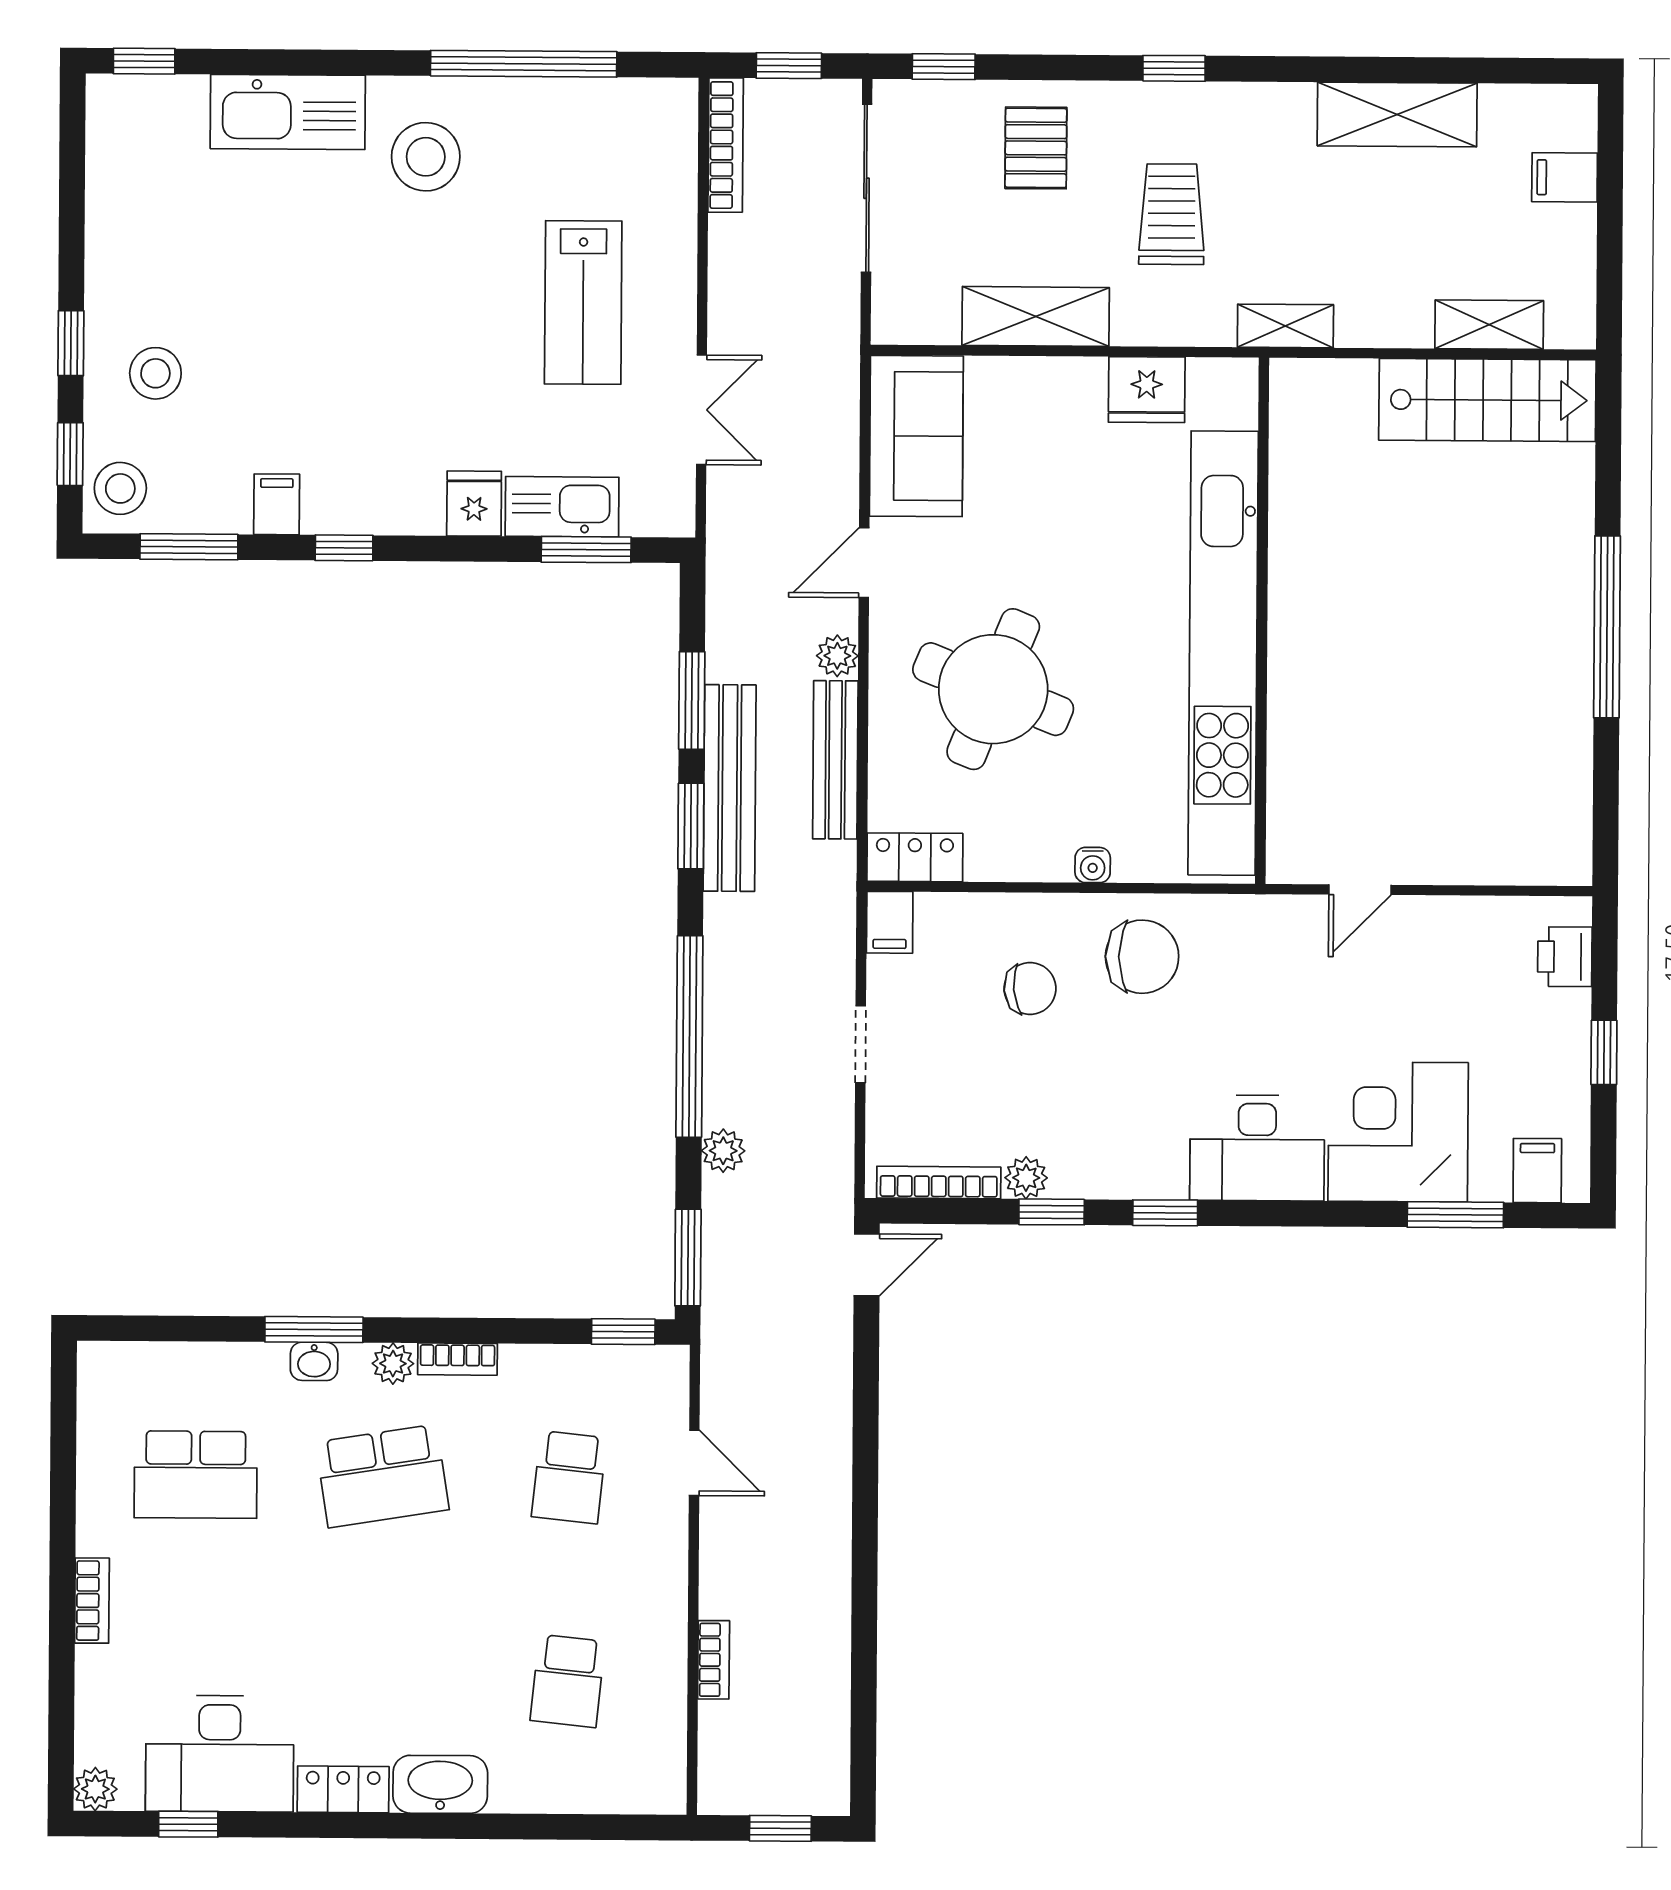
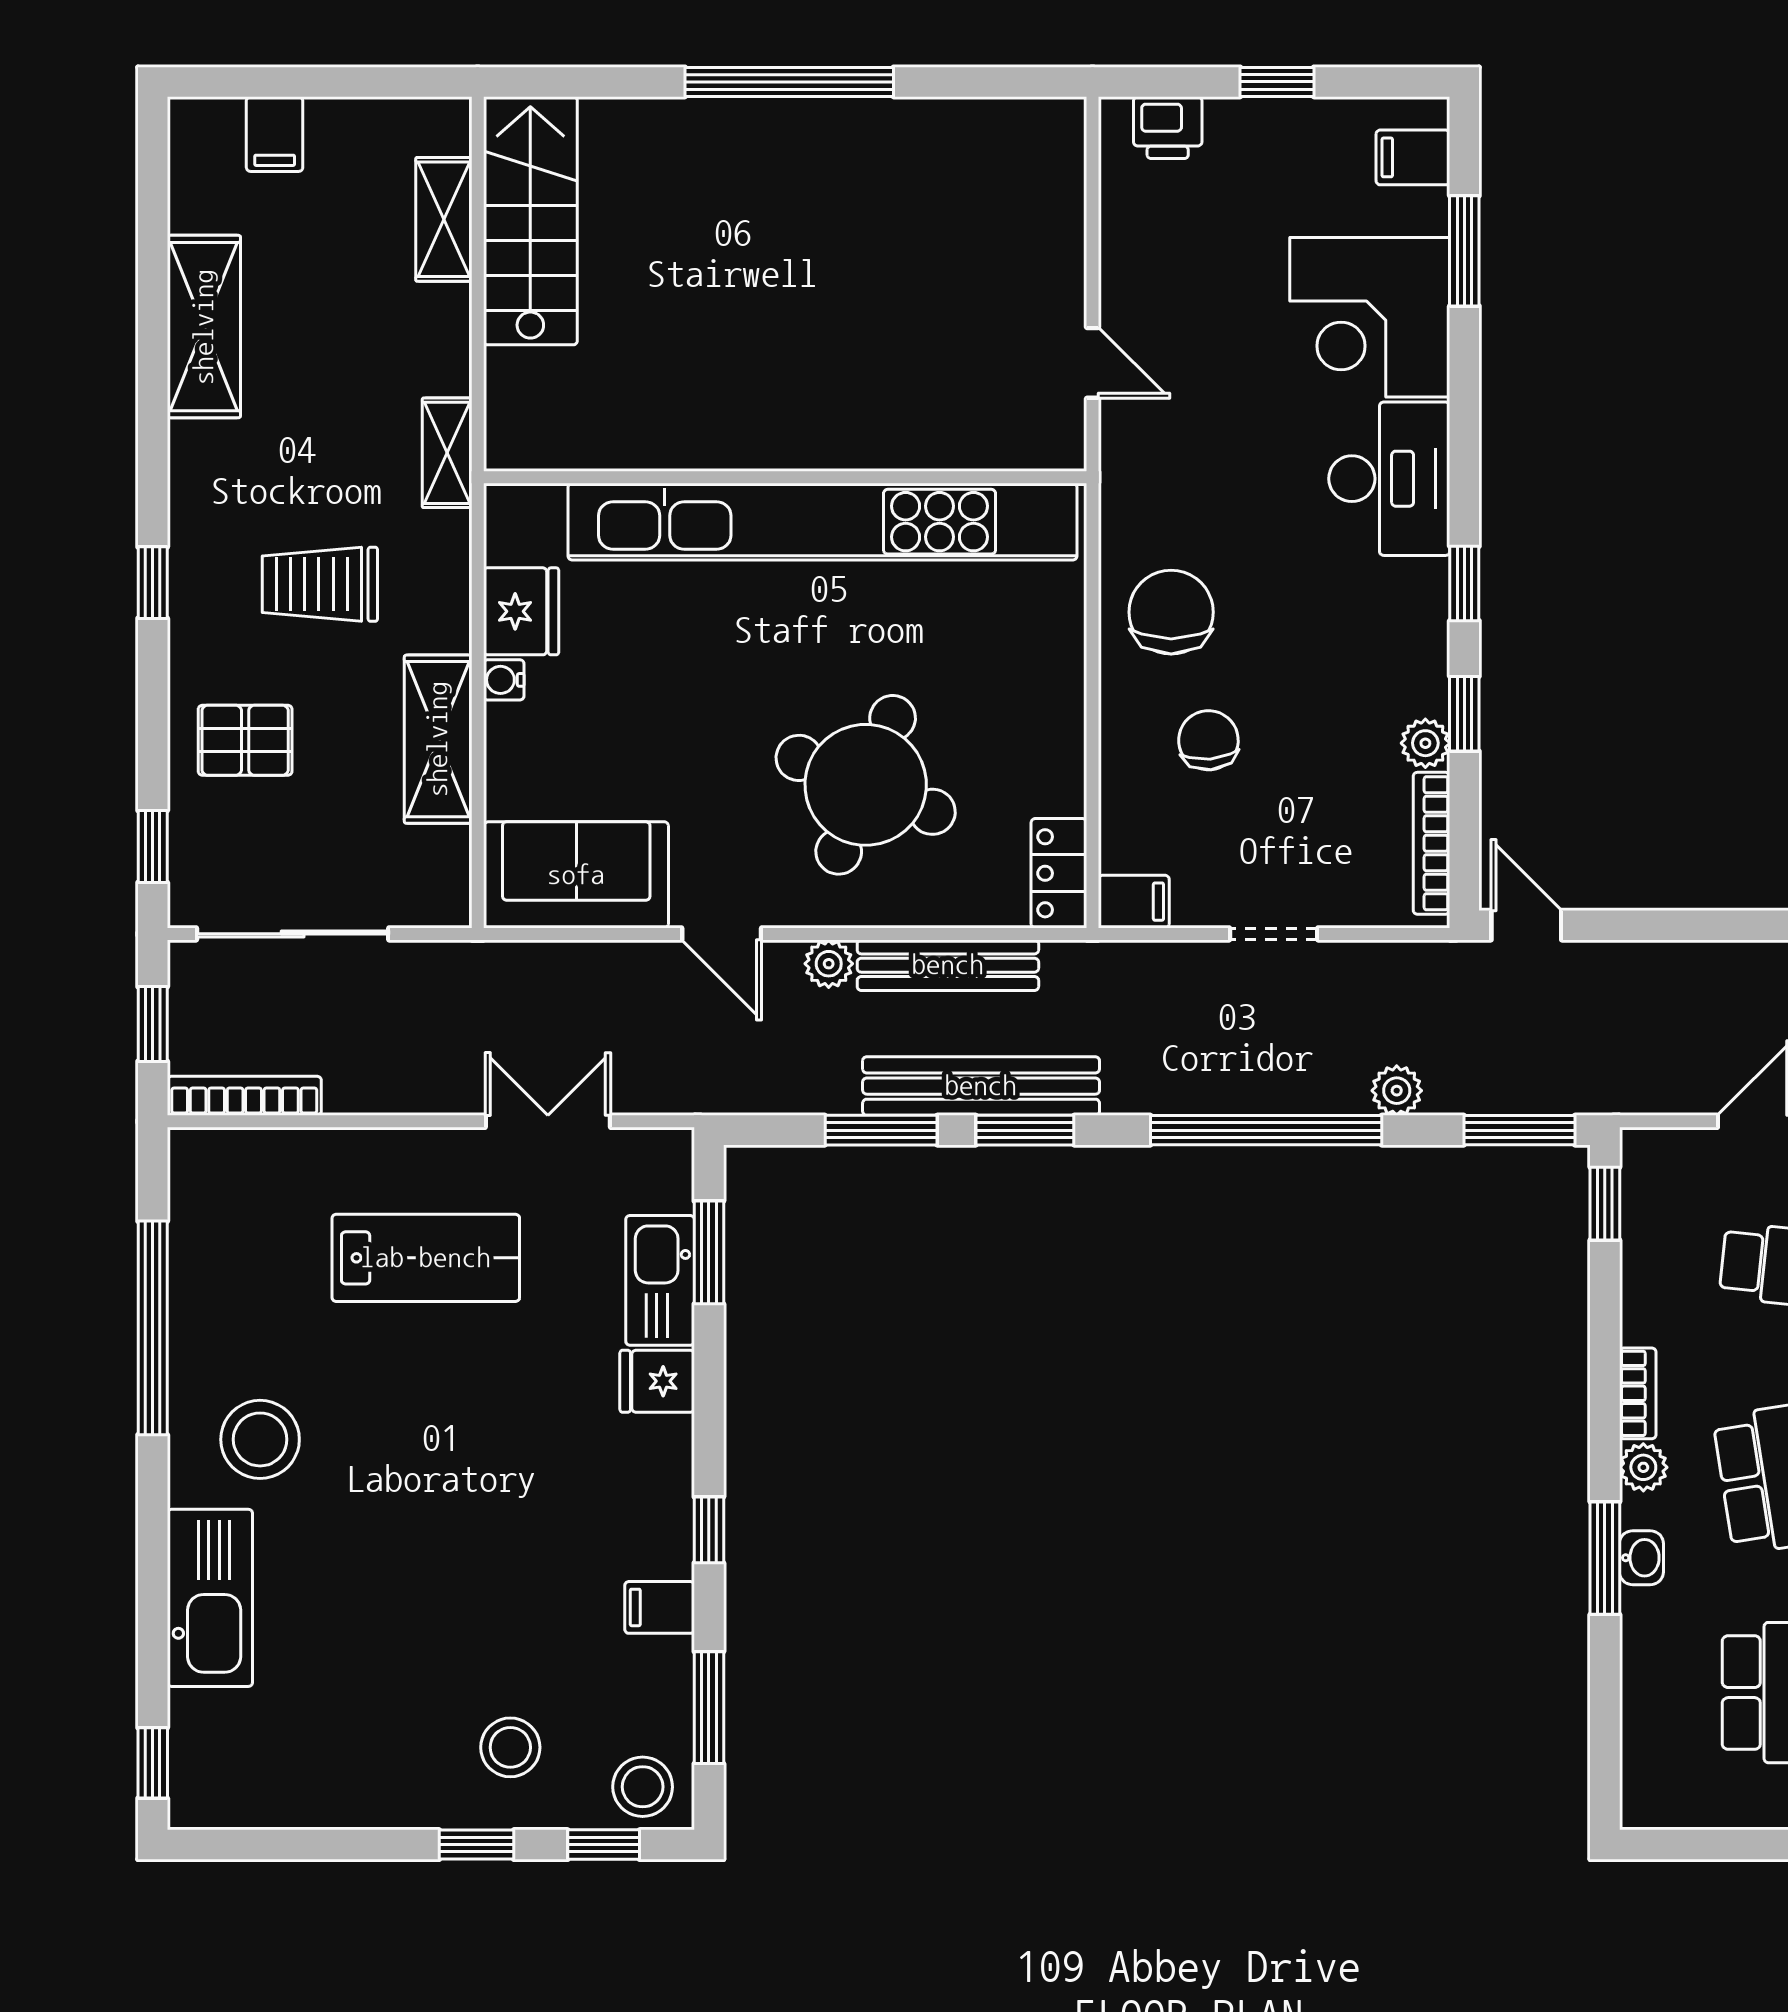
water cooler: (1093, 865) -> (504, 680), moved, turned 180

